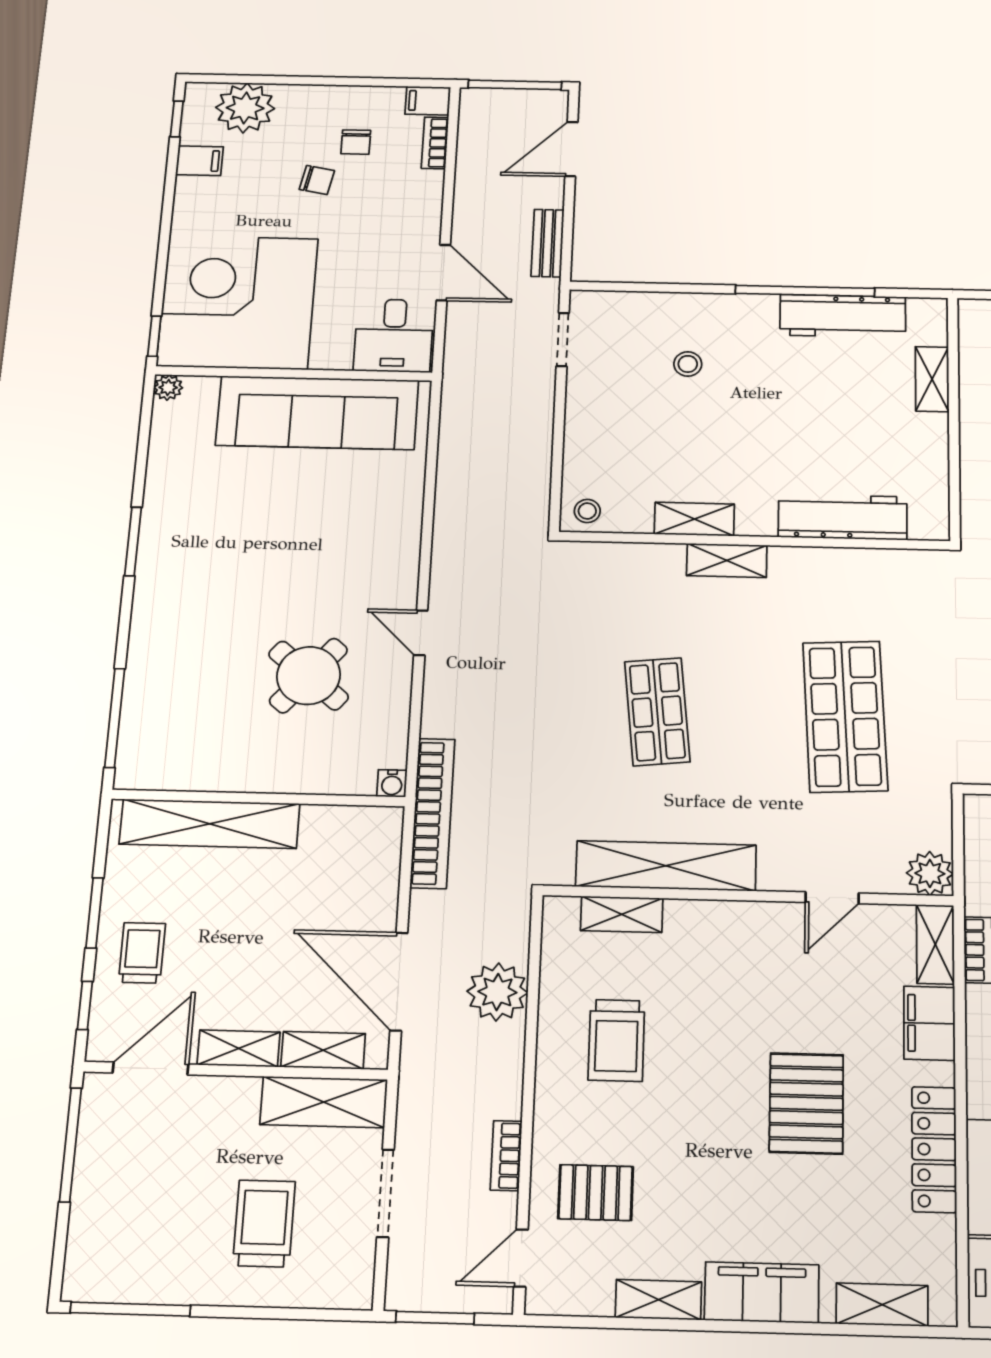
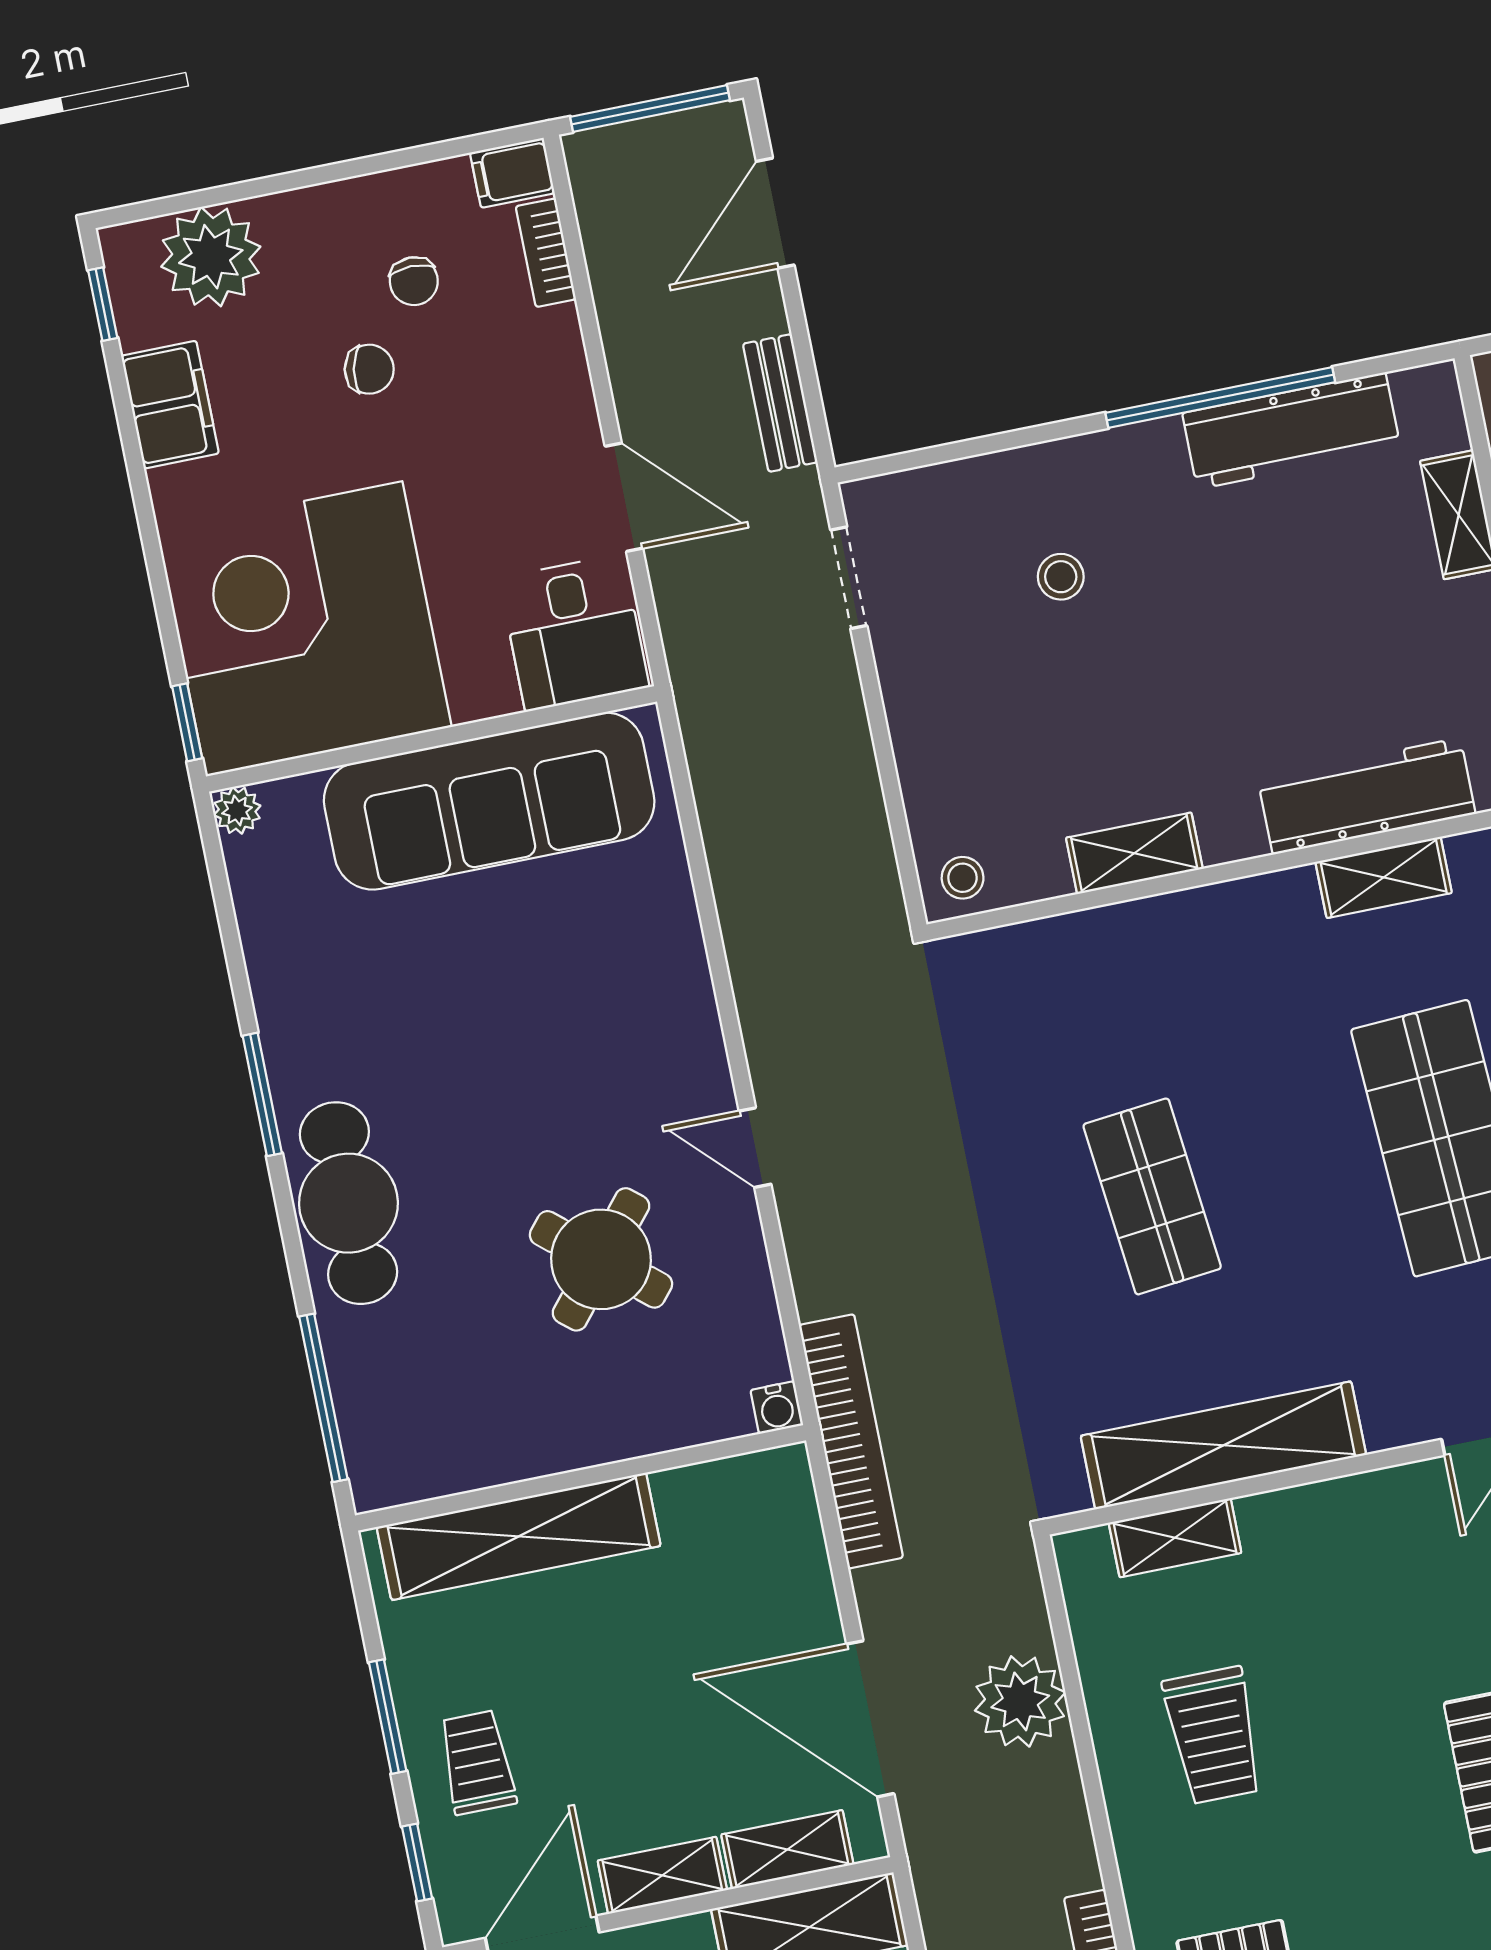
filing cabinet: (200, 161) -> (170, 405), width x2.00
shelving: (727, 560) -> (1384, 877), moved
cafe table: (165, 612) -> (348, 1203), added

